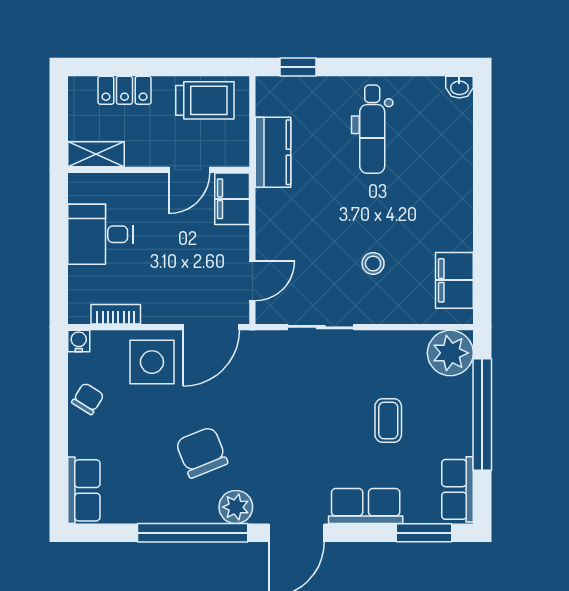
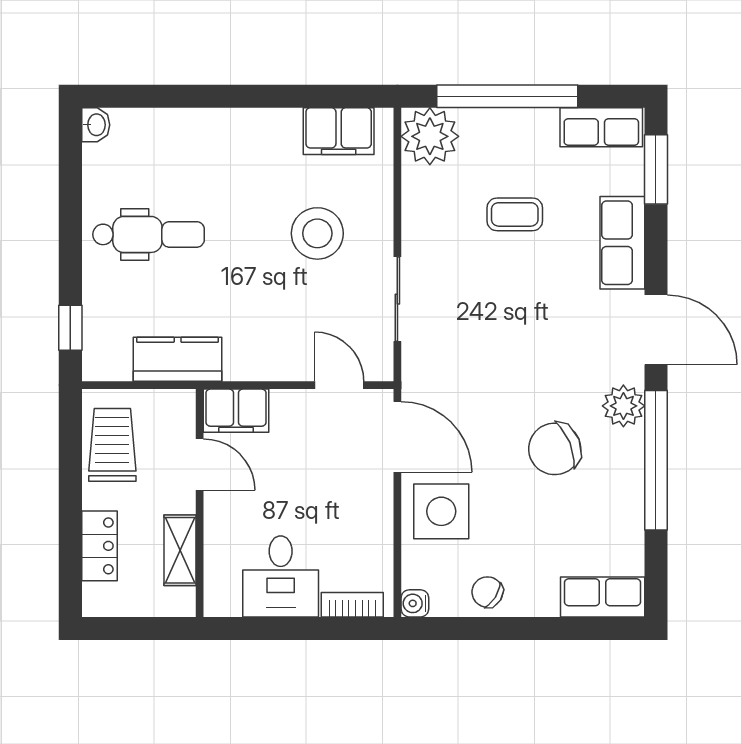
shelving: (96, 154) -> (180, 550), moved
stool: (373, 263) -> (317, 233), width x1.89, depth x1.89
bookcase: (116, 314) -> (352, 605), moved, turned 90

